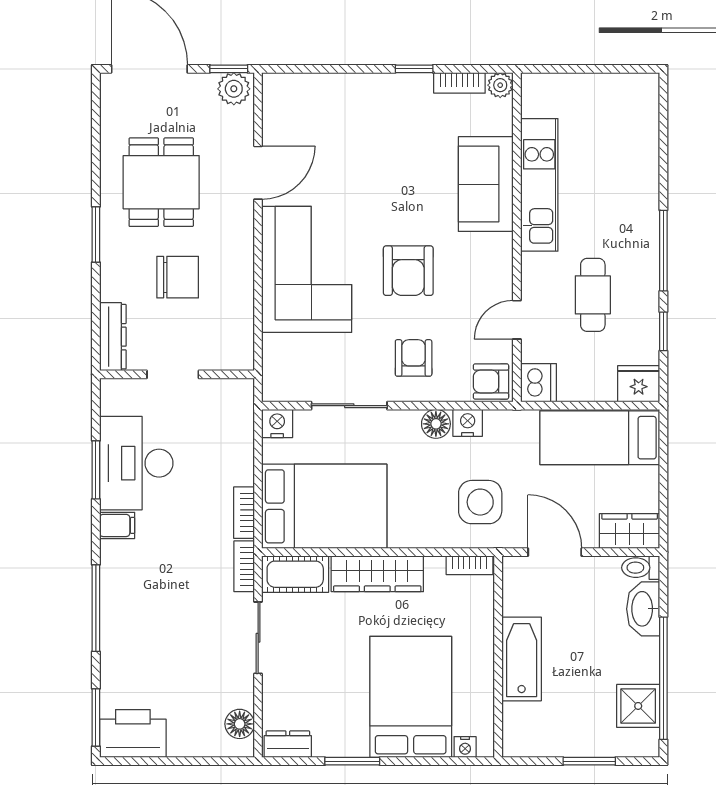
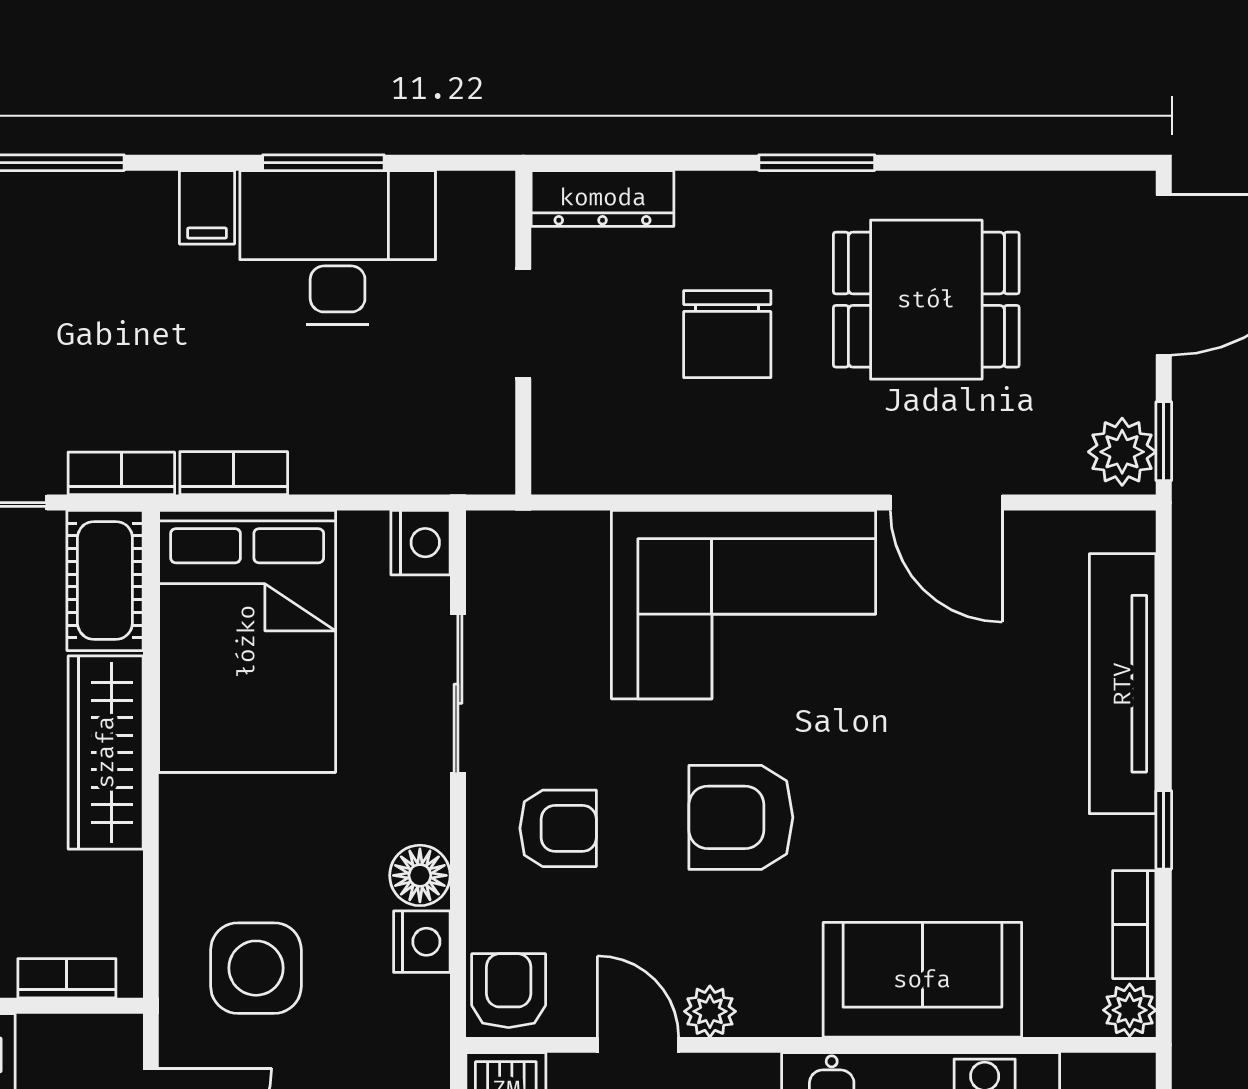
tv unit: (344, 88) -> (1123, 684), added
plant: (501, 285) -> (710, 1011), added
bookcase: (470, 565) -> (67, 978), moved, turned 90

